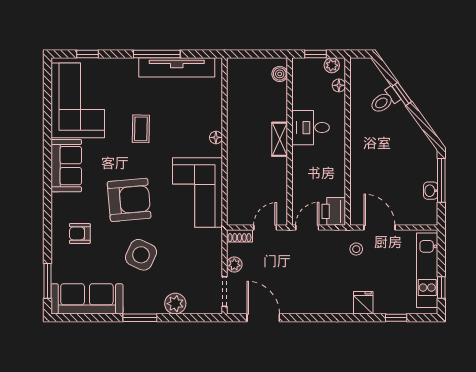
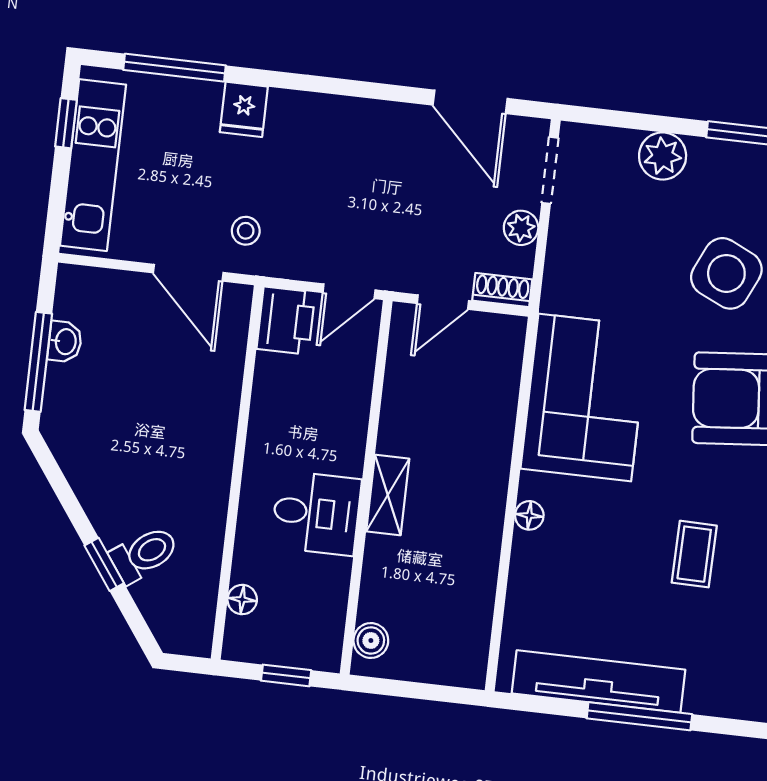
plant: (332, 65) -> (253, 646), removed
window: (396, 318) -> (175, 68), width x2.17

